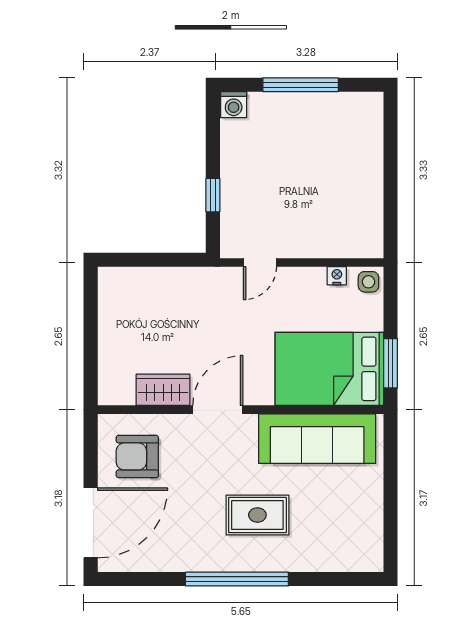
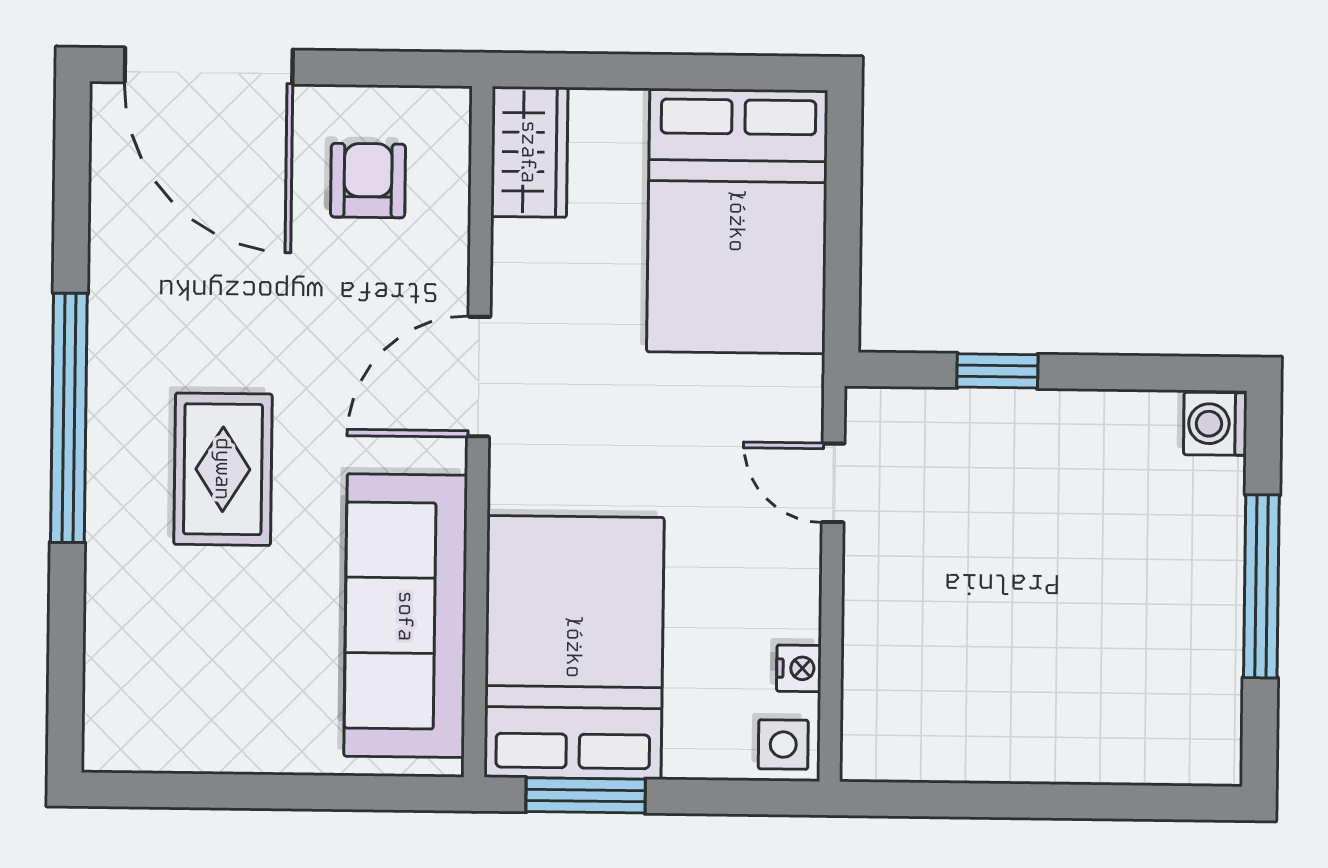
bed: (152, 303) -> (737, 221), added
wardrobe: (163, 390) -> (529, 152), moved
door: (218, 410) -> (479, 377), swing flipped
armchair: (137, 456) -> (368, 181), width x0.72, depth x0.72

